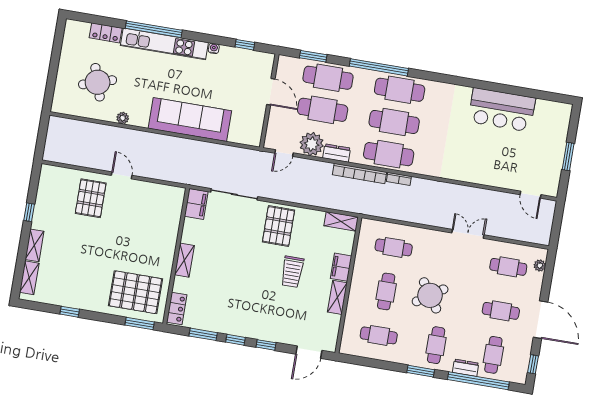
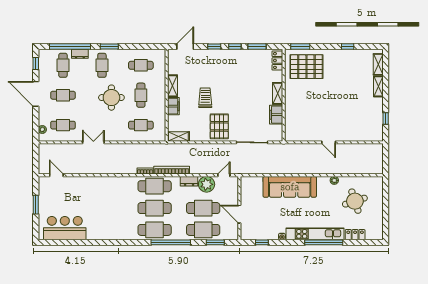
bar counter: (502, 110) -> (65, 228), moved
pallet: (91, 198) -> (347, 124), removed
filing cabinet: (196, 204) -> (276, 115), moved
window: (29, 212) -> (386, 118), moved
double door: (468, 234) -> (93, 142), swing flipped
round table: (430, 295) -> (111, 98), turned 34

